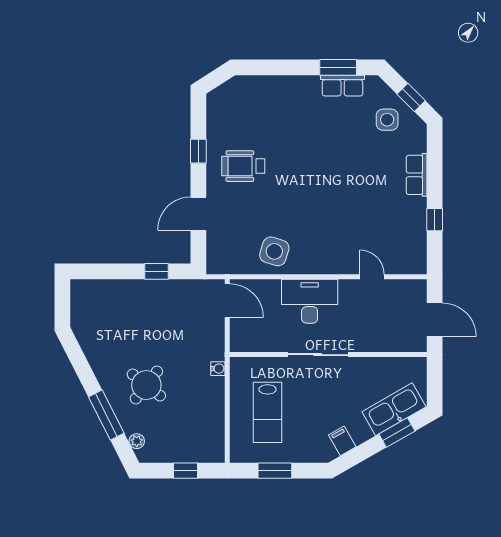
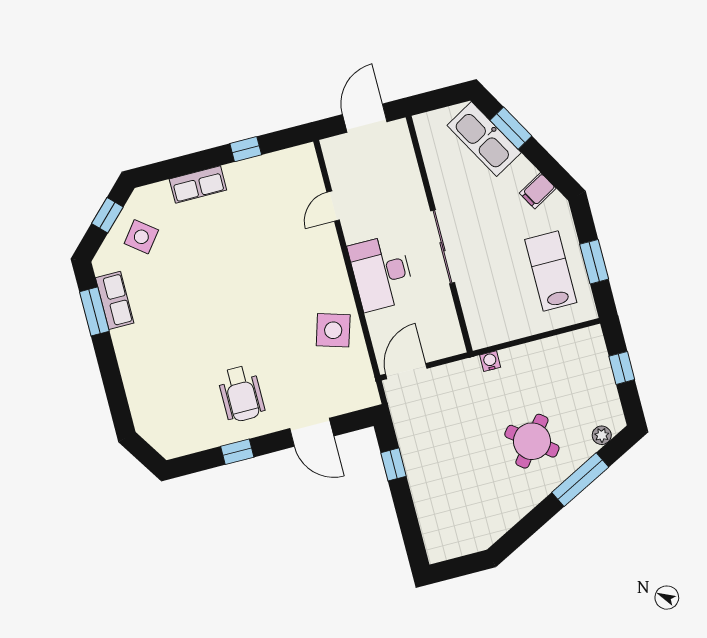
side table: (387, 120) -> (141, 237), turned 38
lab bench: (268, 412) -> (551, 271), moved, turned -90

